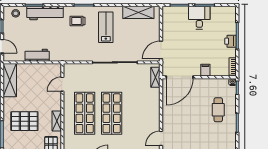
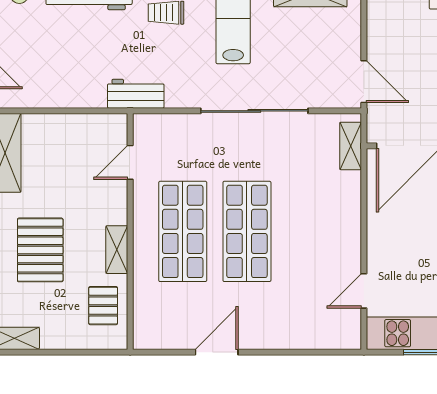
door: (161, 50) -> (364, 82), swing flipped
workbench: (37, 55) -> (136, 94), moved
pallet: (24, 121) -> (40, 250), turned 90

